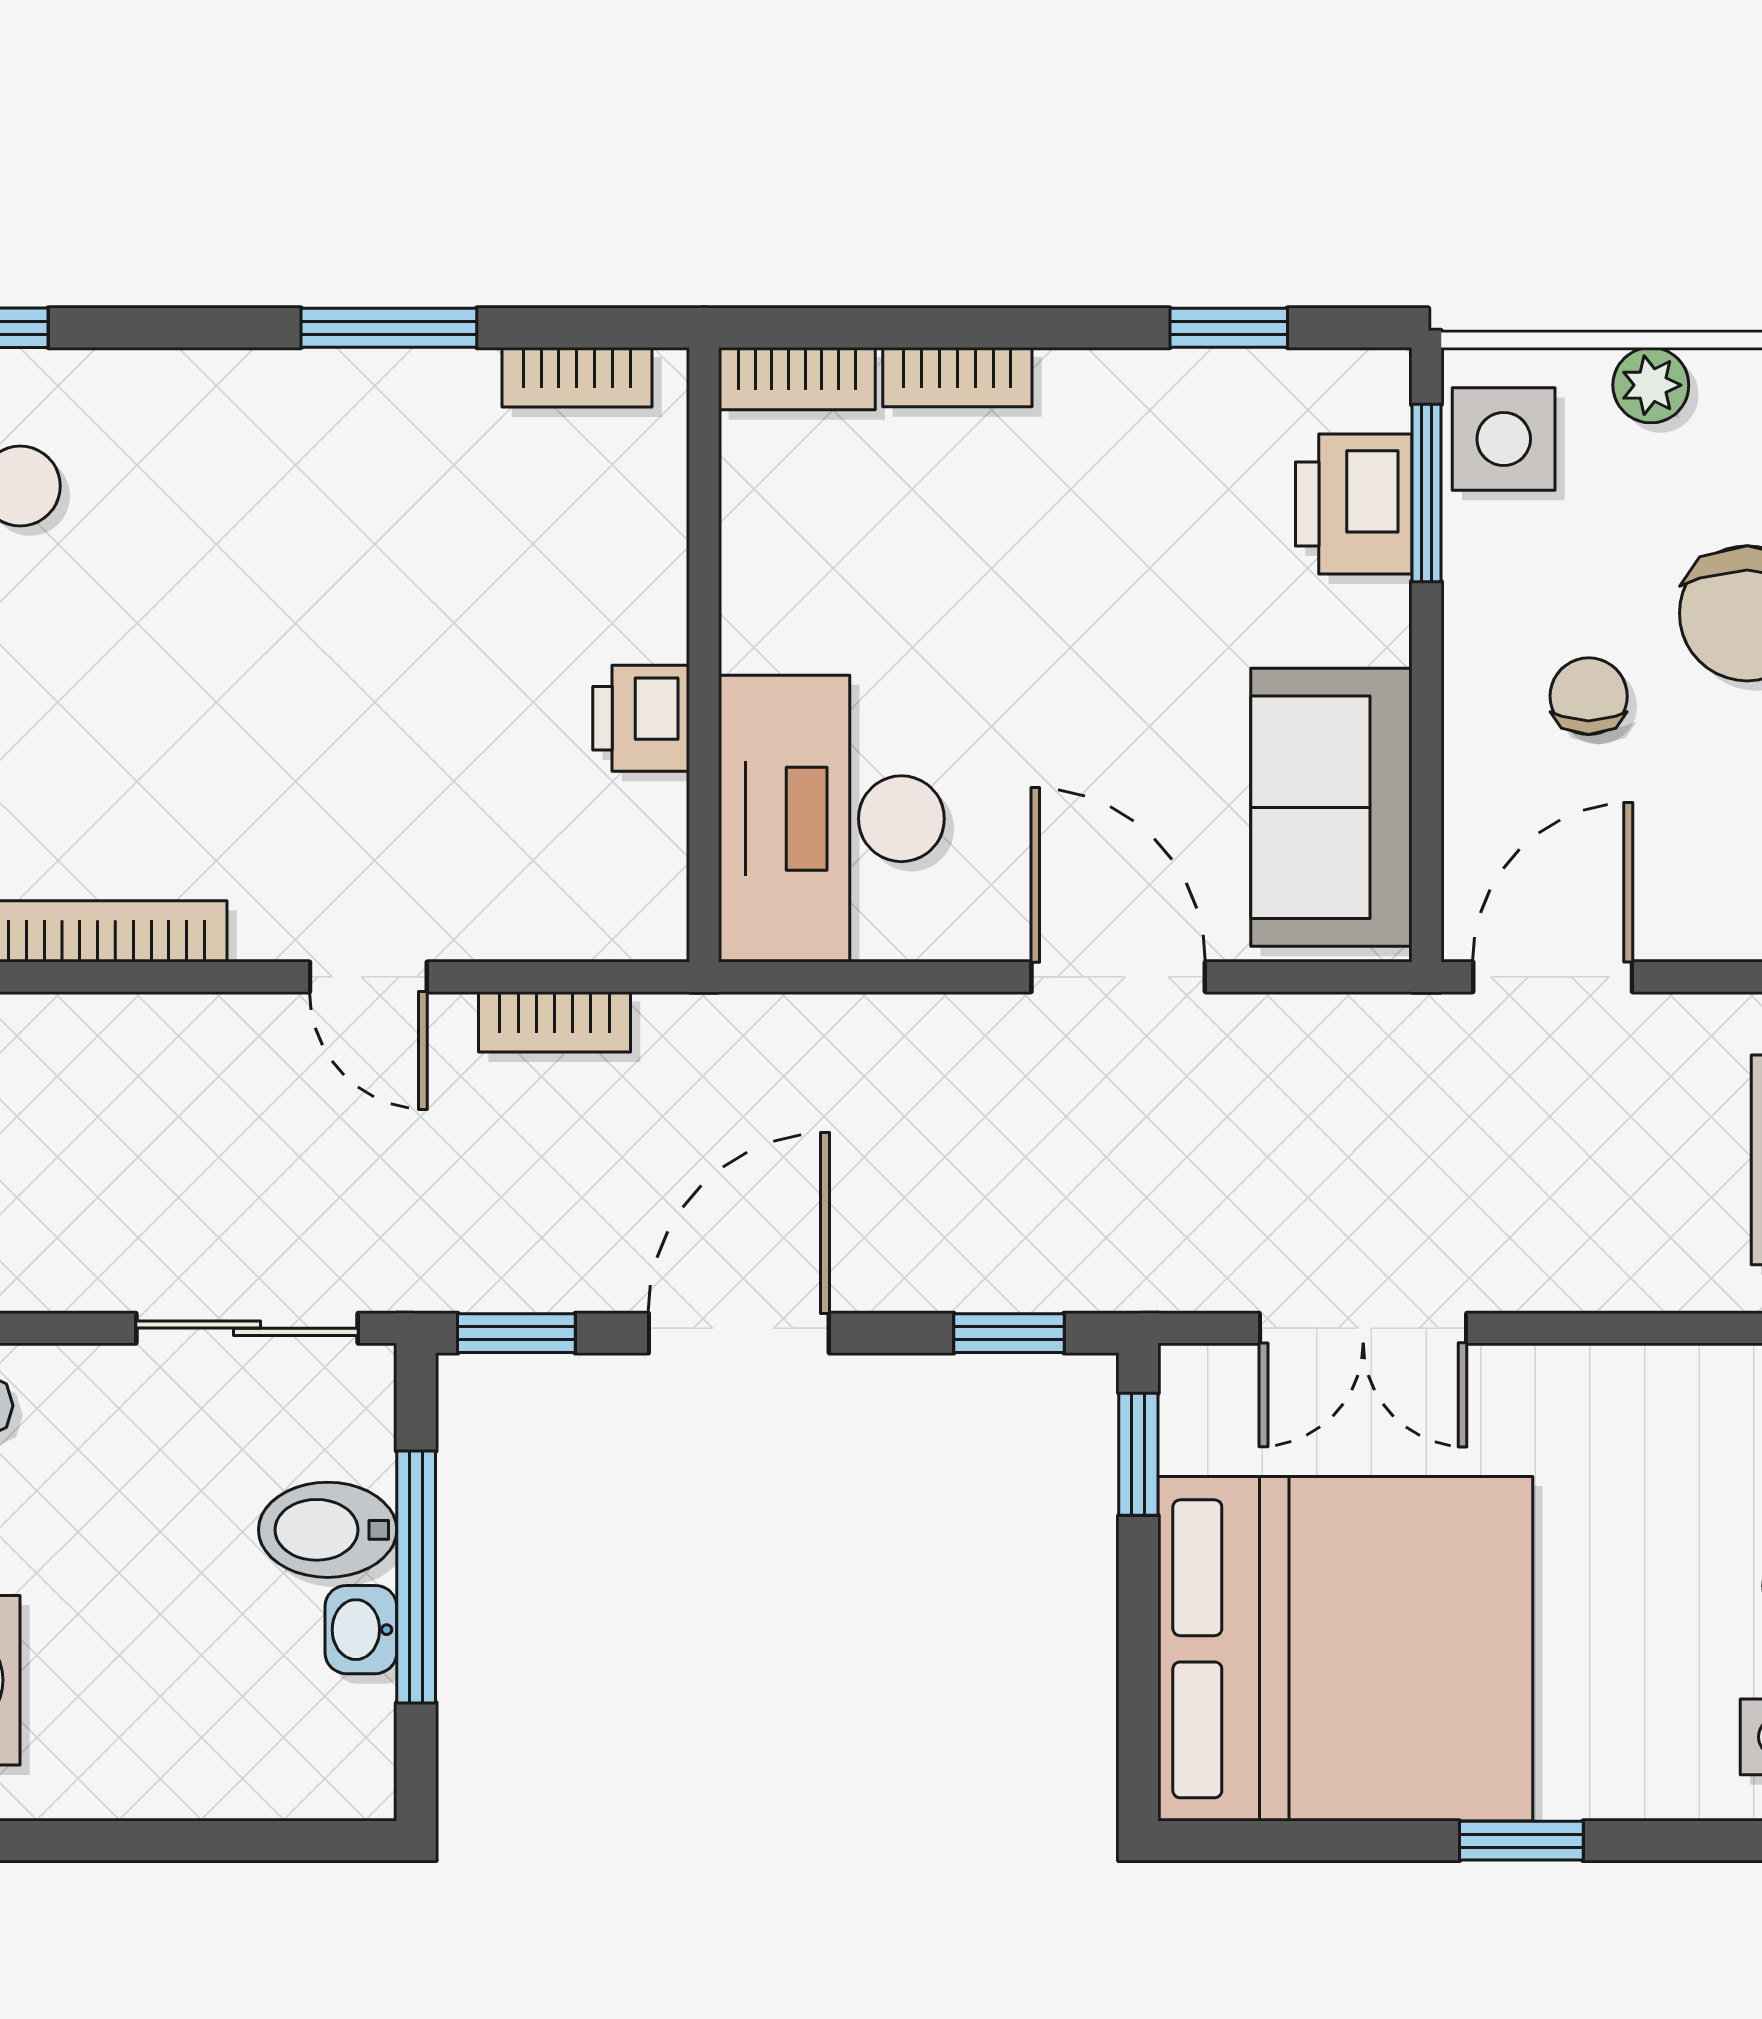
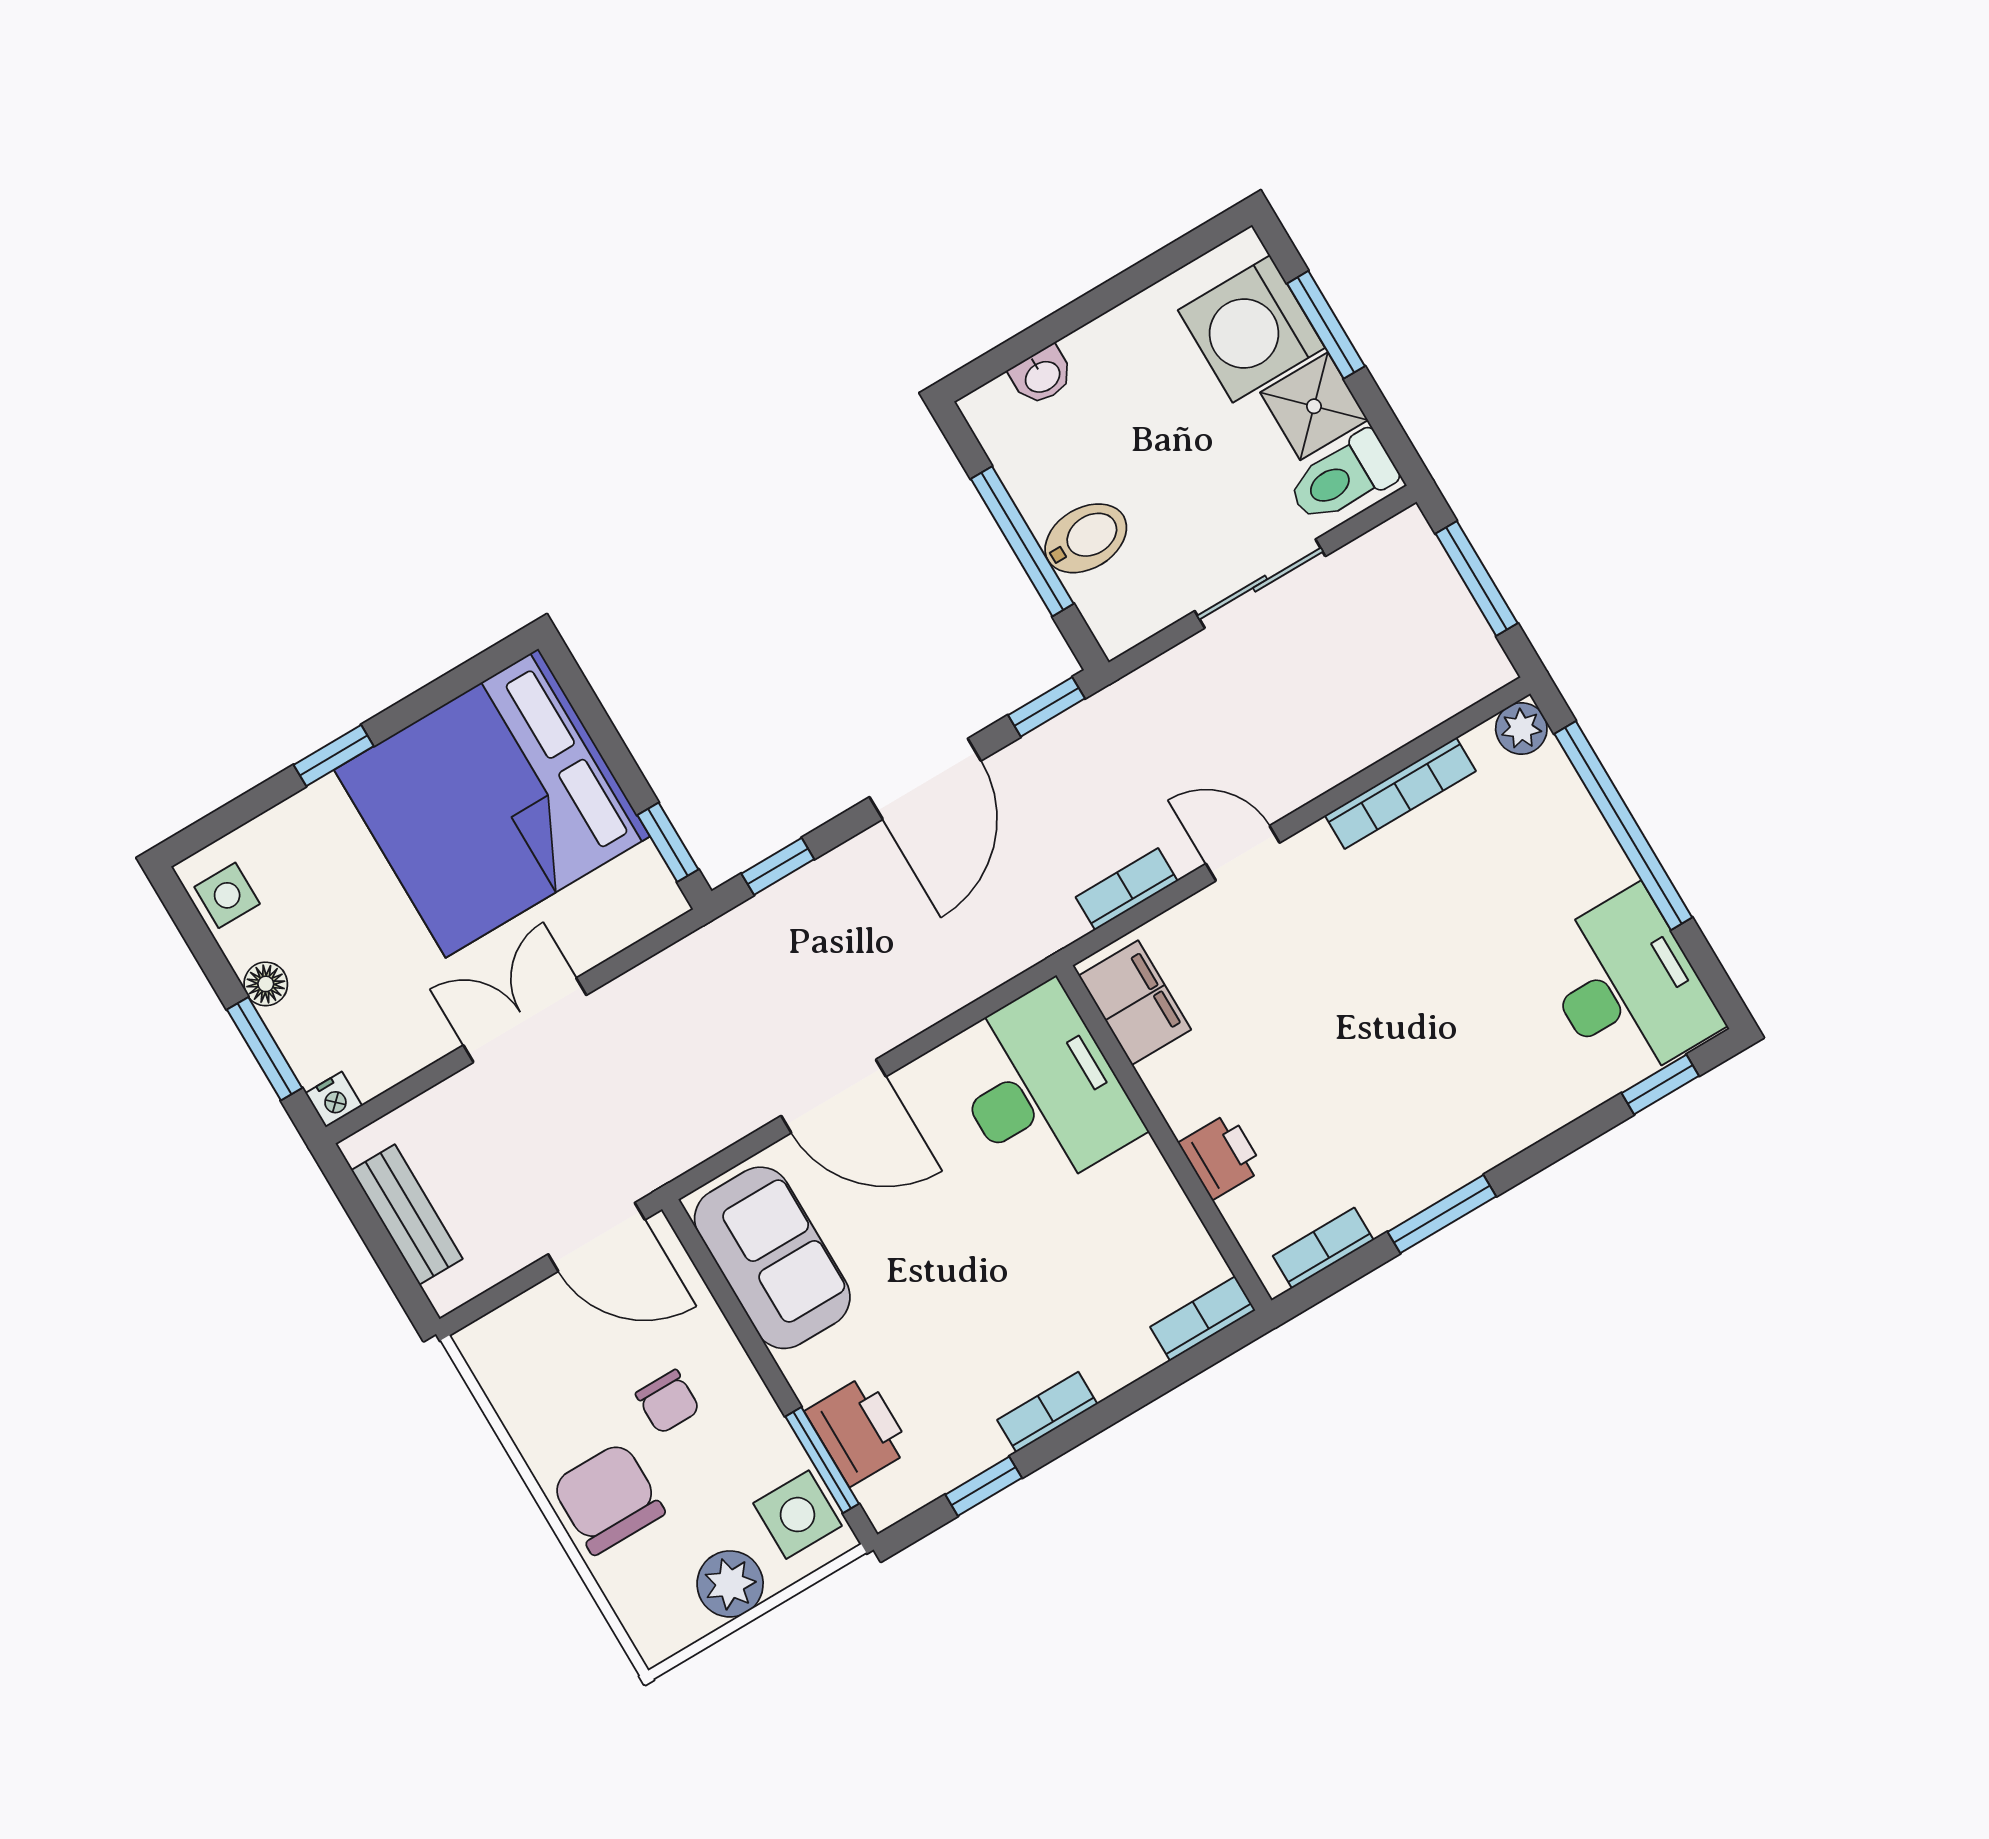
bookcase: (957, 377) -> (1047, 1412), moved
plant: (1651, 385) -> (730, 1584), width x1.38, depth x1.38
printer: (641, 718) -> (1221, 1156), moved
filing cabinet: (635, 861) -> (1135, 1003), added
door: (1553, 977) -> (597, 1237), hinge flipped
sliding door: (247, 1328) -> (1260, 584), moved
double door: (1363, 1328) -> (525, 1020), moved
washbasin: (361, 1630) -> (1042, 376), moved, turned 90

